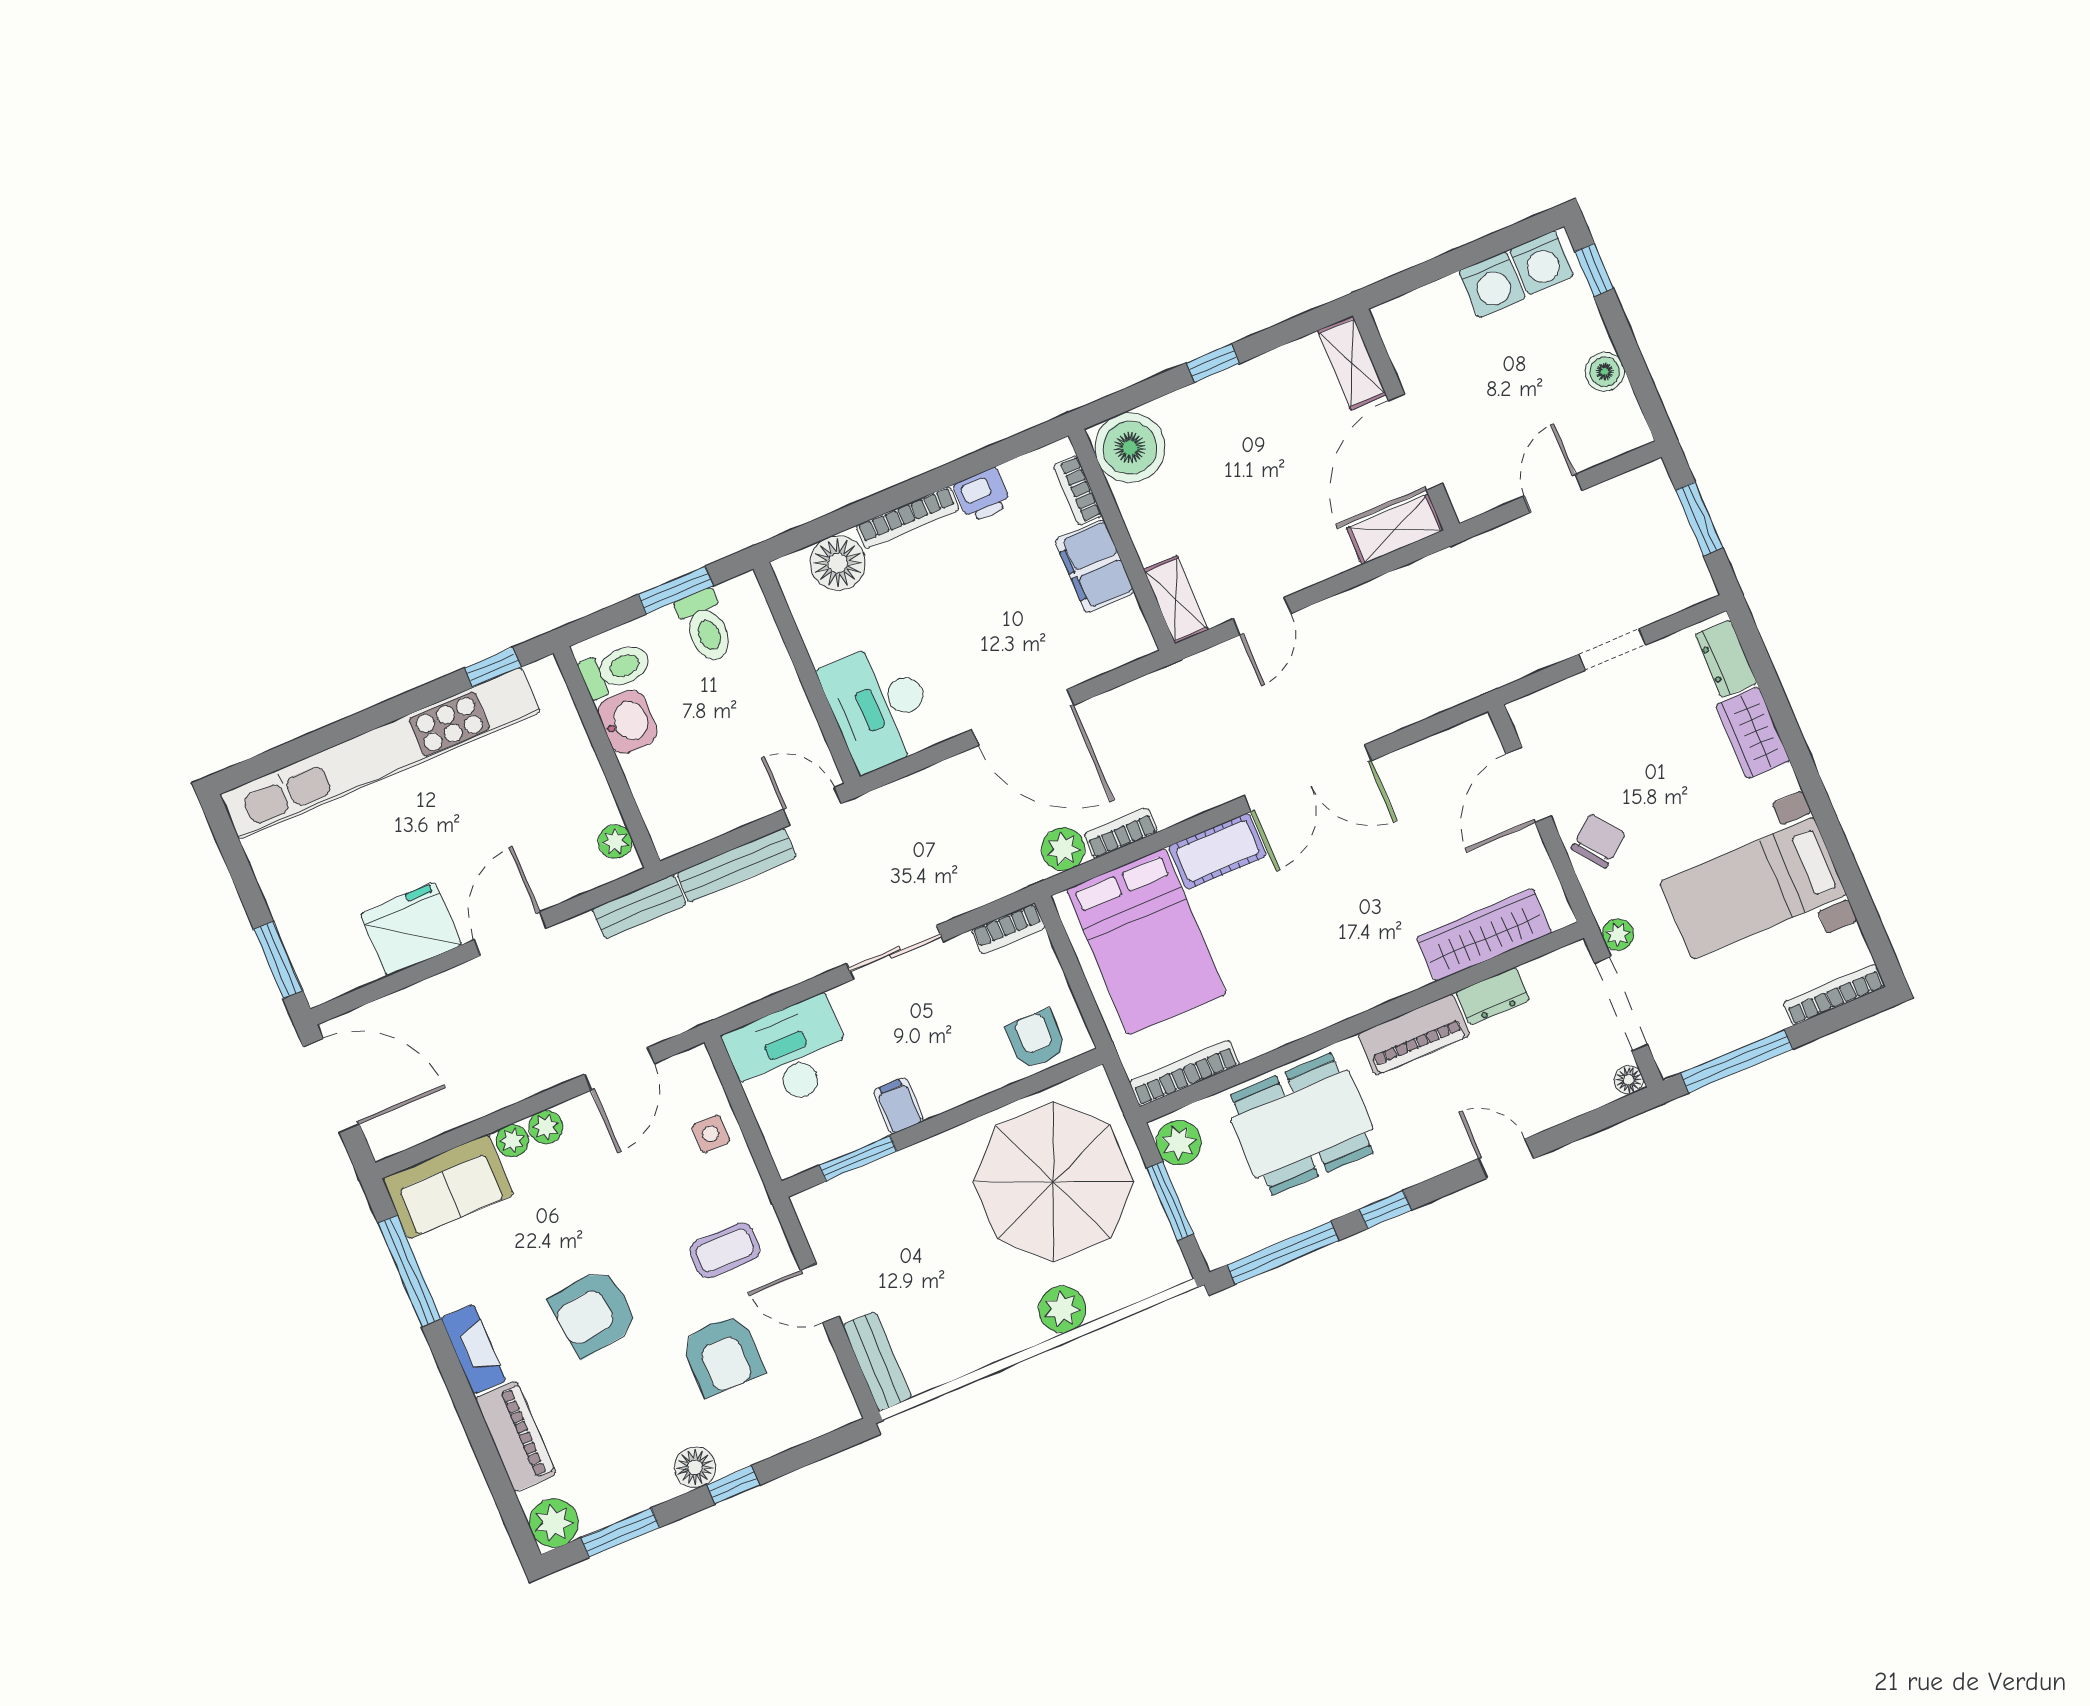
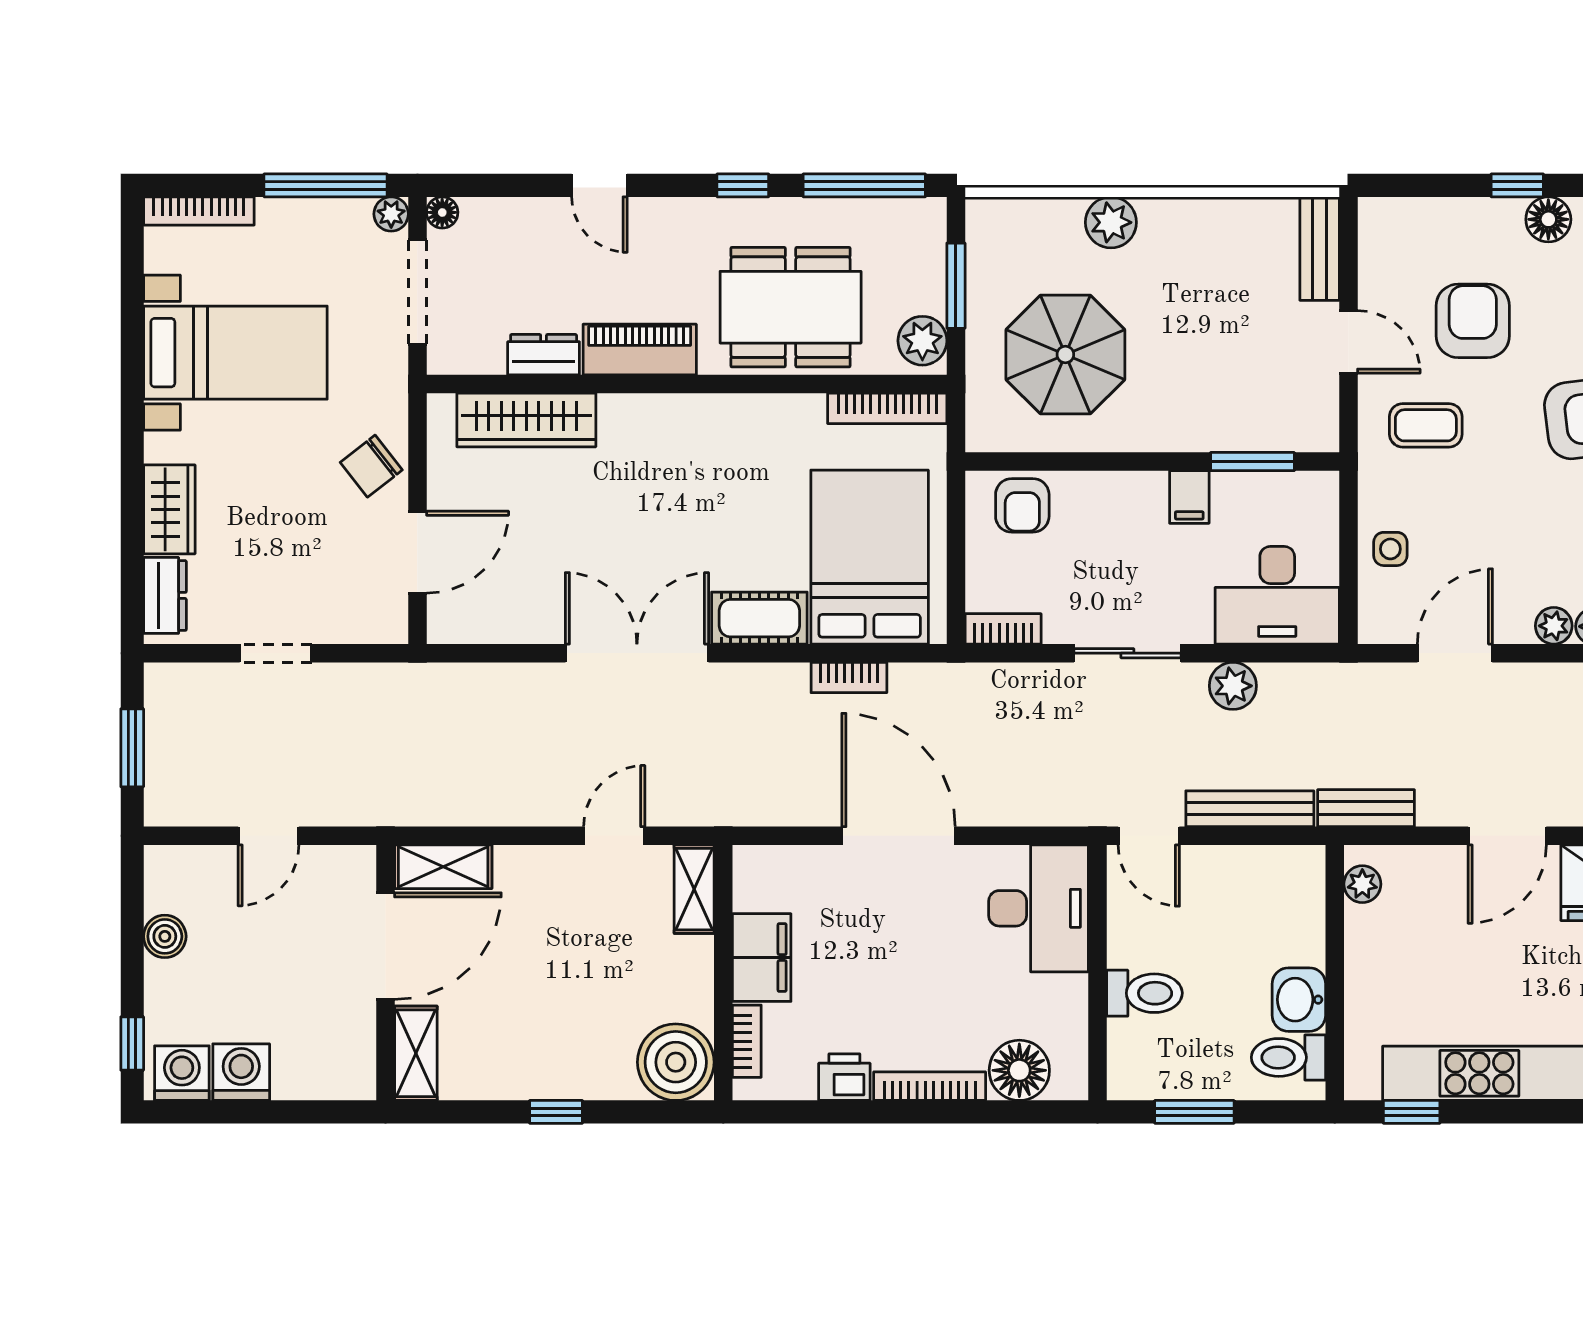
toilet: (706, 626) -> (1144, 993), moved, turned 90
plant: (1063, 849) -> (1233, 686), moved
plant: (1618, 935) -> (391, 214), moved
parasol: (1054, 1182) -> (1065, 355), width x0.73, depth x0.73

